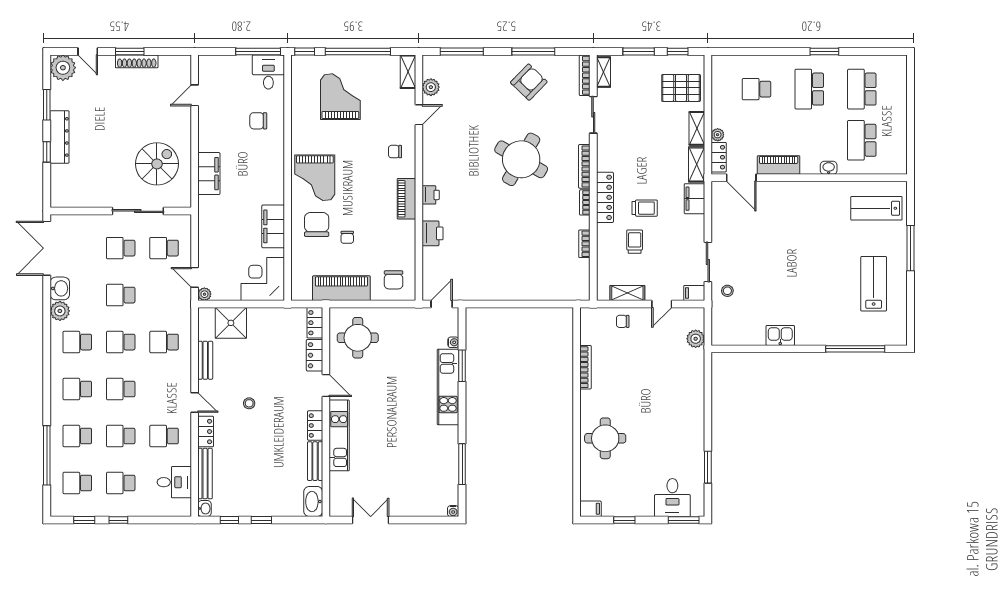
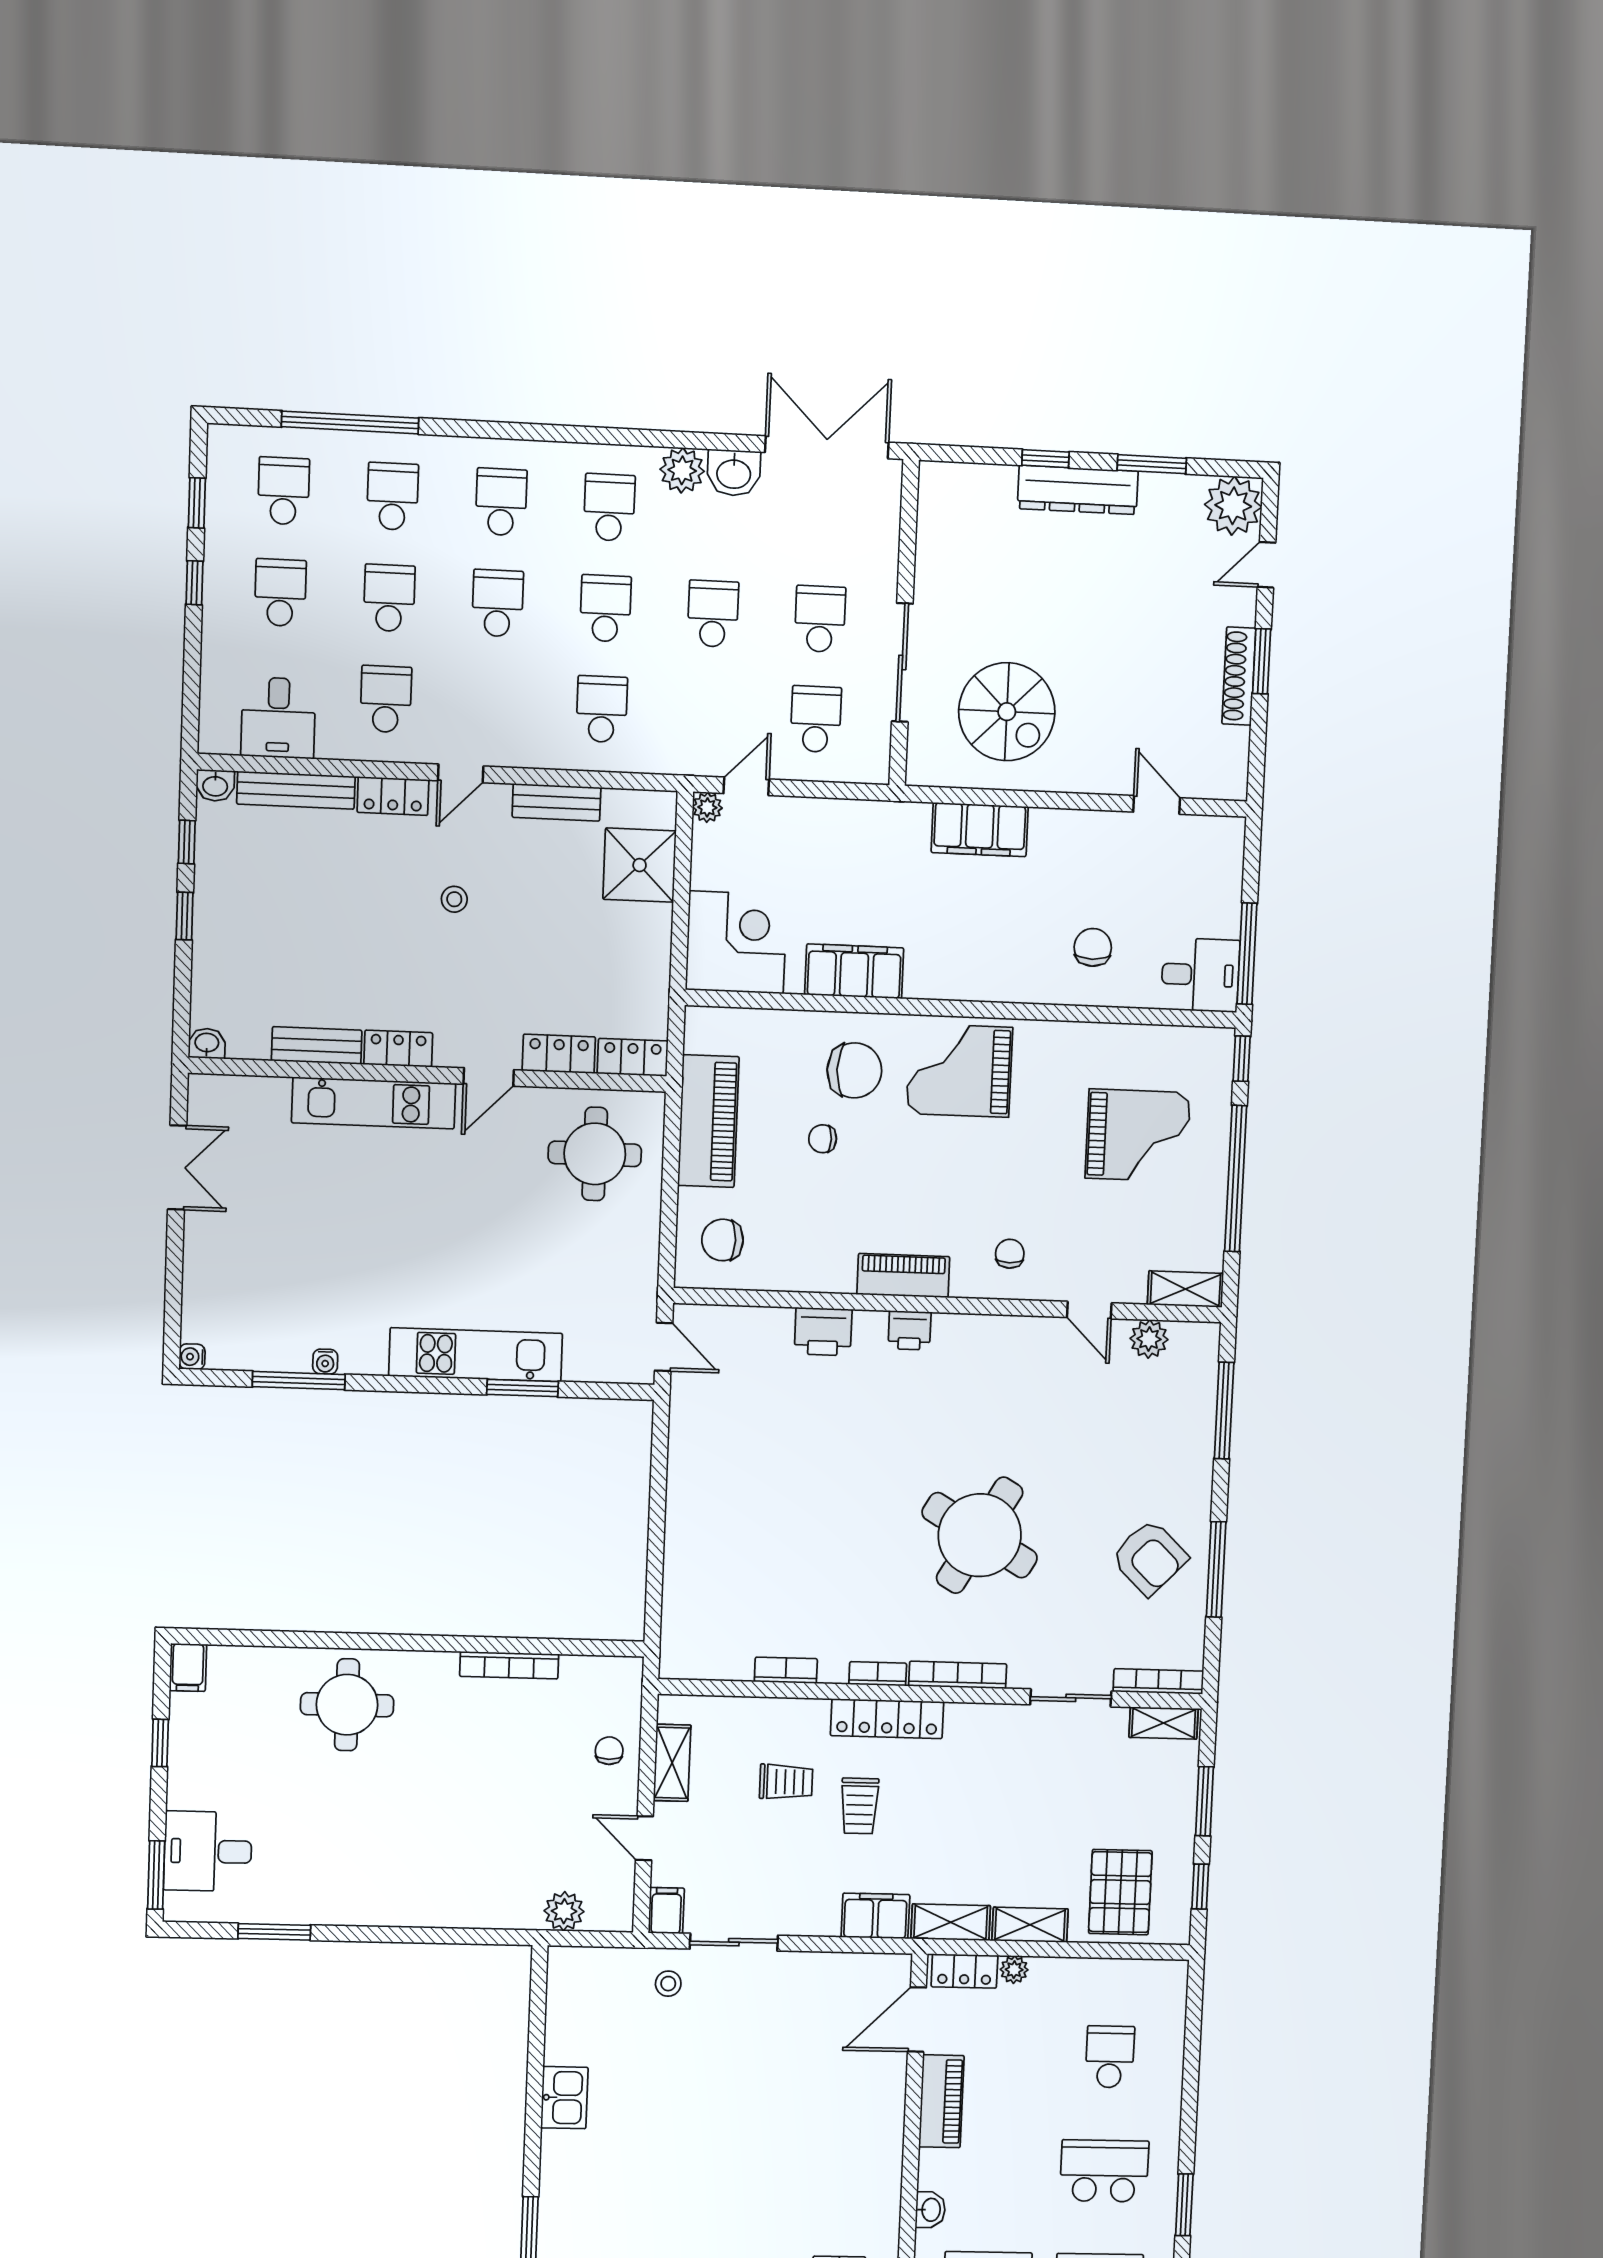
water cooler: (453, 342) -> (325, 1362), moved
washbasin: (313, 501) -> (207, 1043), width x0.52, depth x0.69

